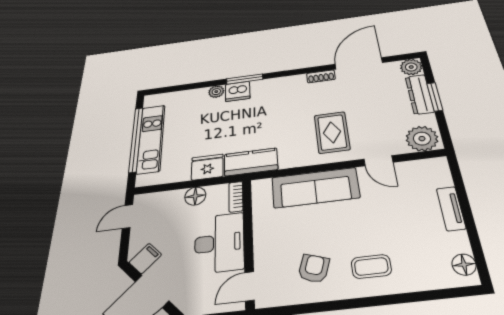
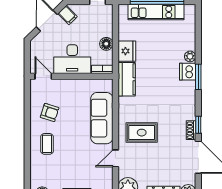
window: (312, 70) -> (198, 125), added

